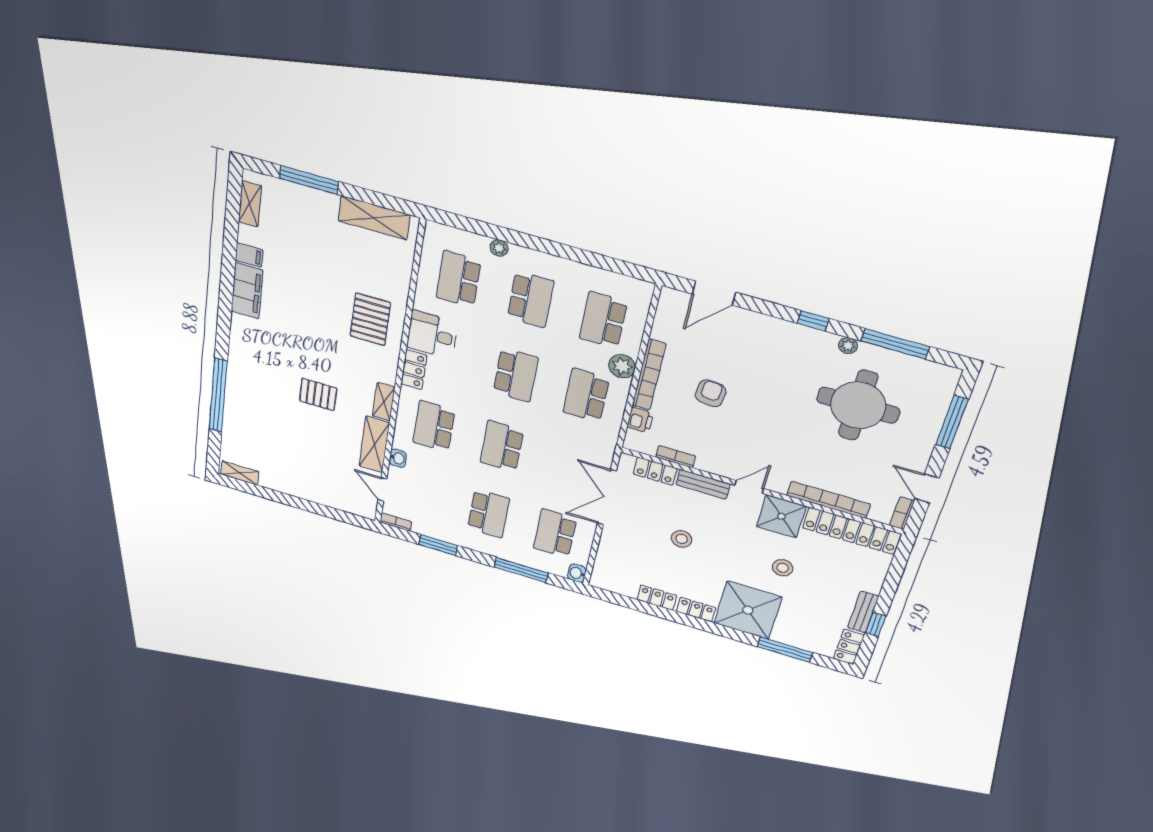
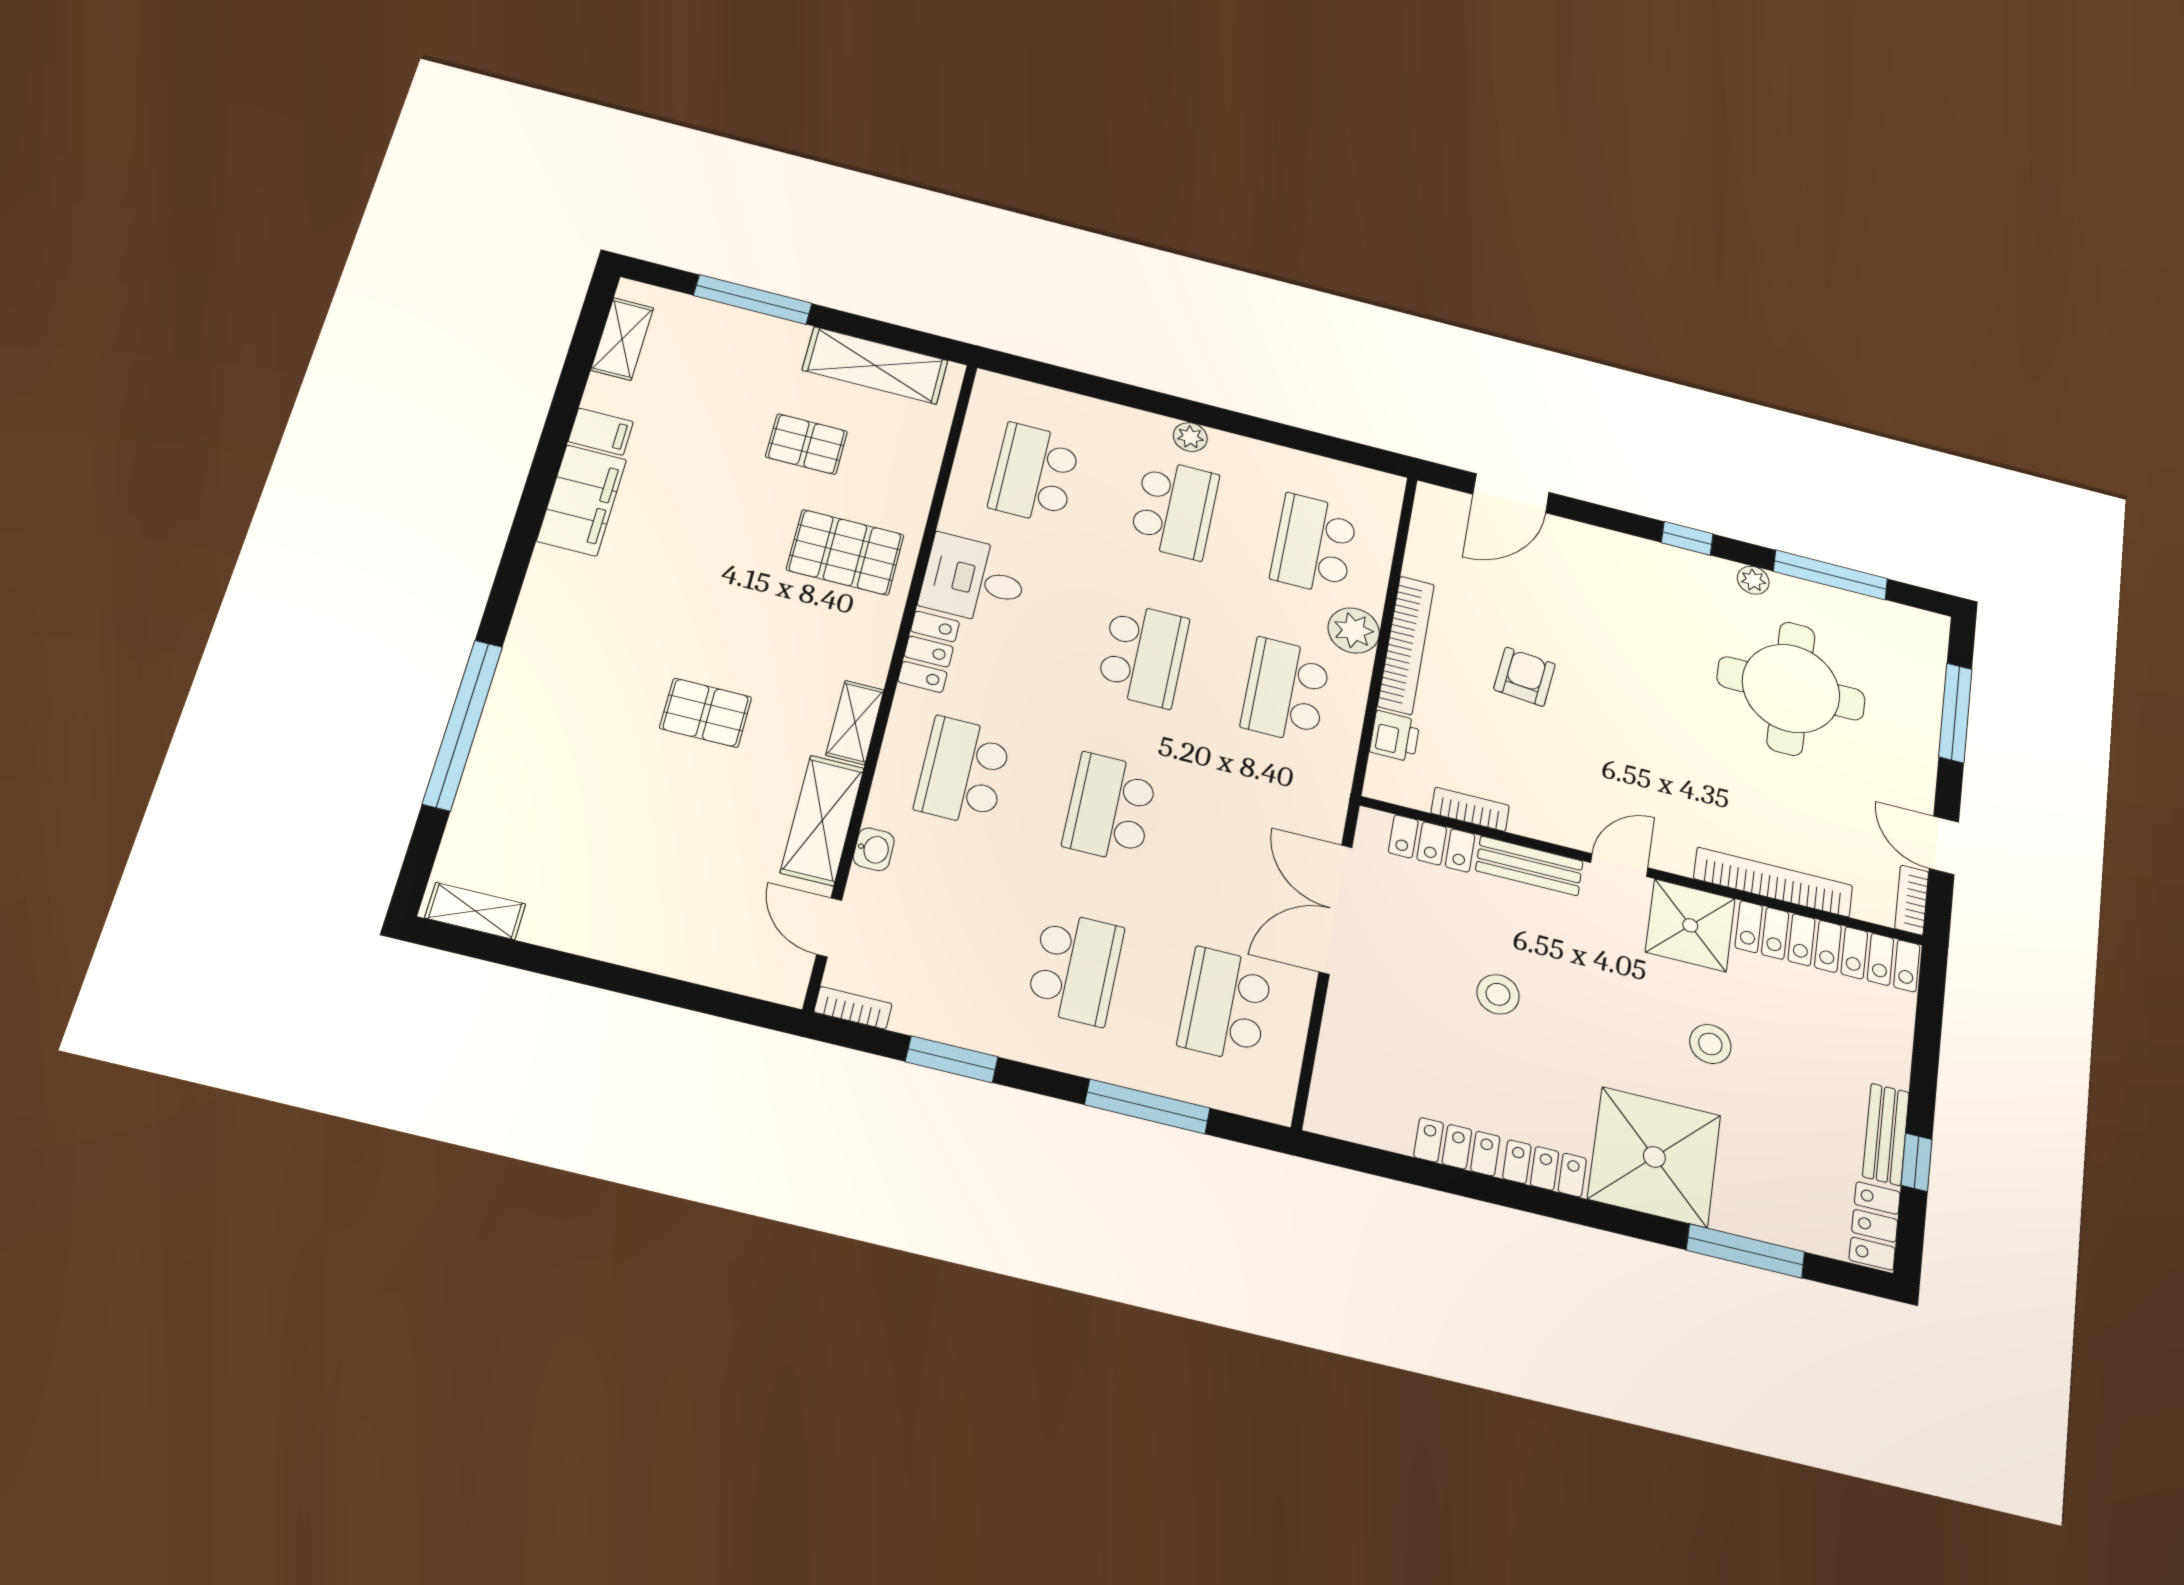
plant: (499, 248) -> (1190, 437), moved
pallet: (345, 262) -> (806, 444), added
pallet: (370, 319) -> (845, 552), turned 90
washbasin: (577, 573) -> (1276, 1102), removed

